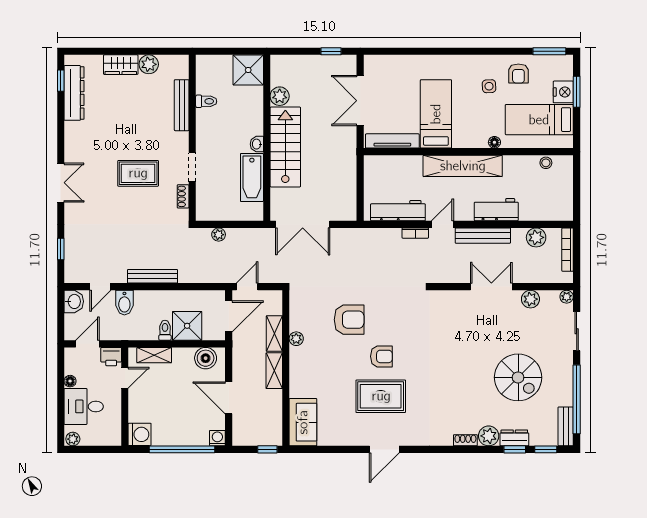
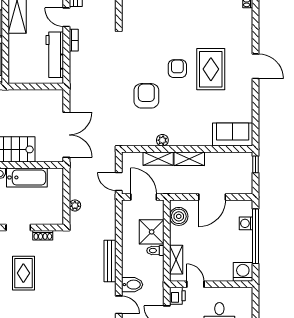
washing machine: (217, 438) -> (246, 223), moved

